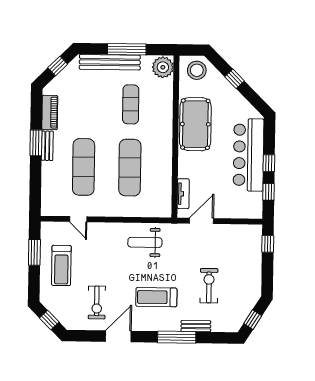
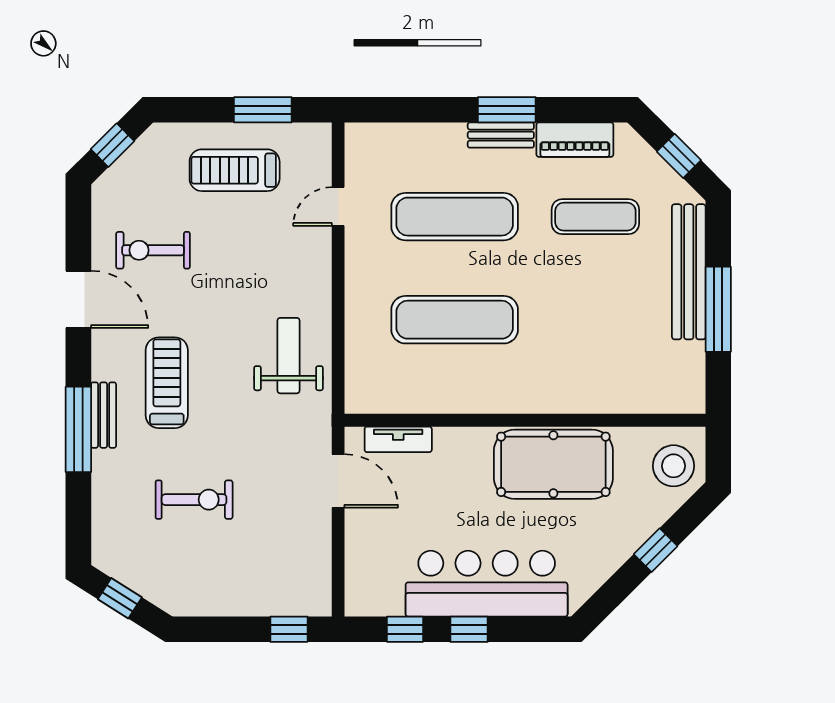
plant: (163, 67) -> (679, 390), removed
exercise mat: (131, 104) -> (595, 217), moved
bench: (196, 326) -> (104, 415), moved

